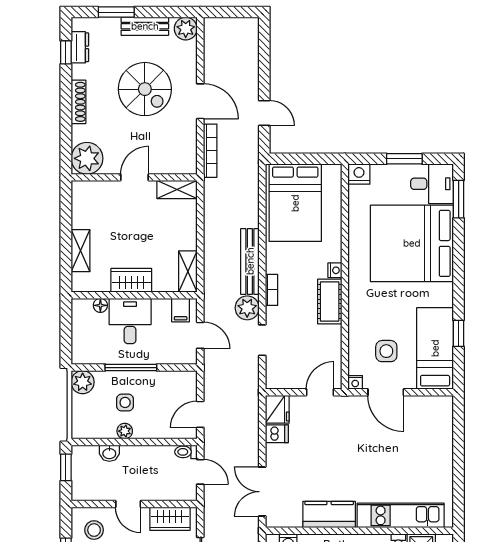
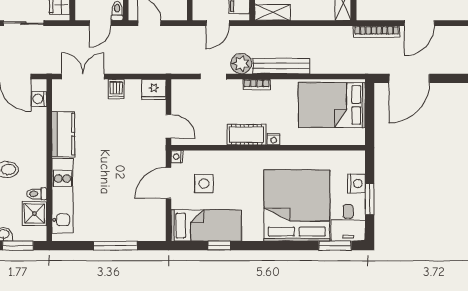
door: (264, 113) -> (409, 78), width x1.88
nightstand: (359, 174) -> (356, 184), moved
dishwasher: (277, 434) -> (116, 89), moved
window: (459, 454) -> (115, 246), added

